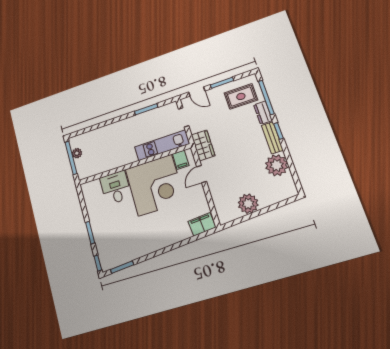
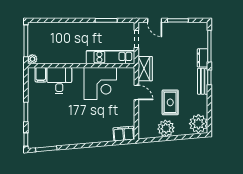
rug: (241, 96) -> (170, 102), moved, turned 90
plant: (77, 153) -> (32, 59), moved
filing cabinet: (181, 160) -> (41, 75), moved
plant: (277, 165) -> (198, 124), moved
door: (202, 174) -> (136, 92), swing flipped
corner desk: (155, 185) -> (100, 83), width x0.74, depth x0.74

